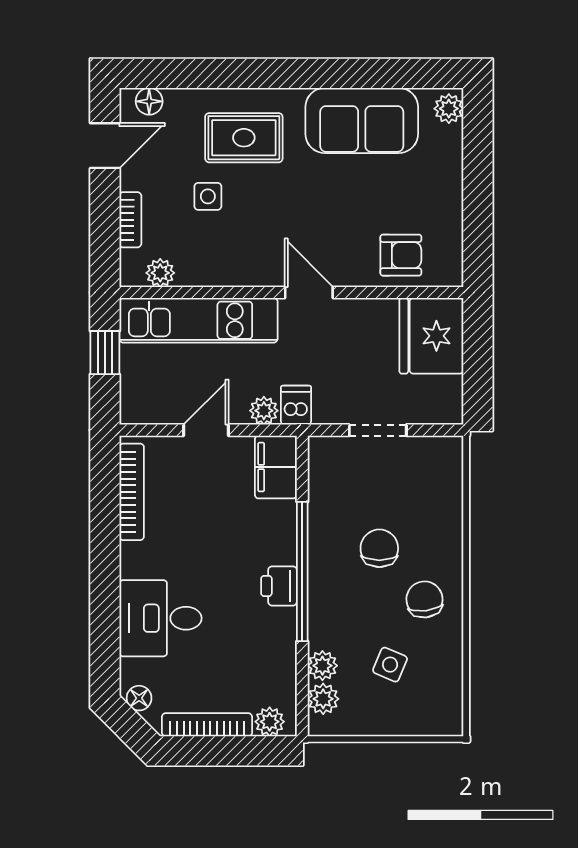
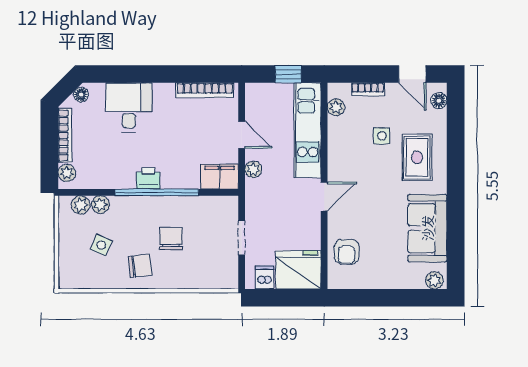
dishwasher: (296, 405) -> (265, 277), moved, turned -90
chair: (379, 548) -> (171, 239), turned -90

